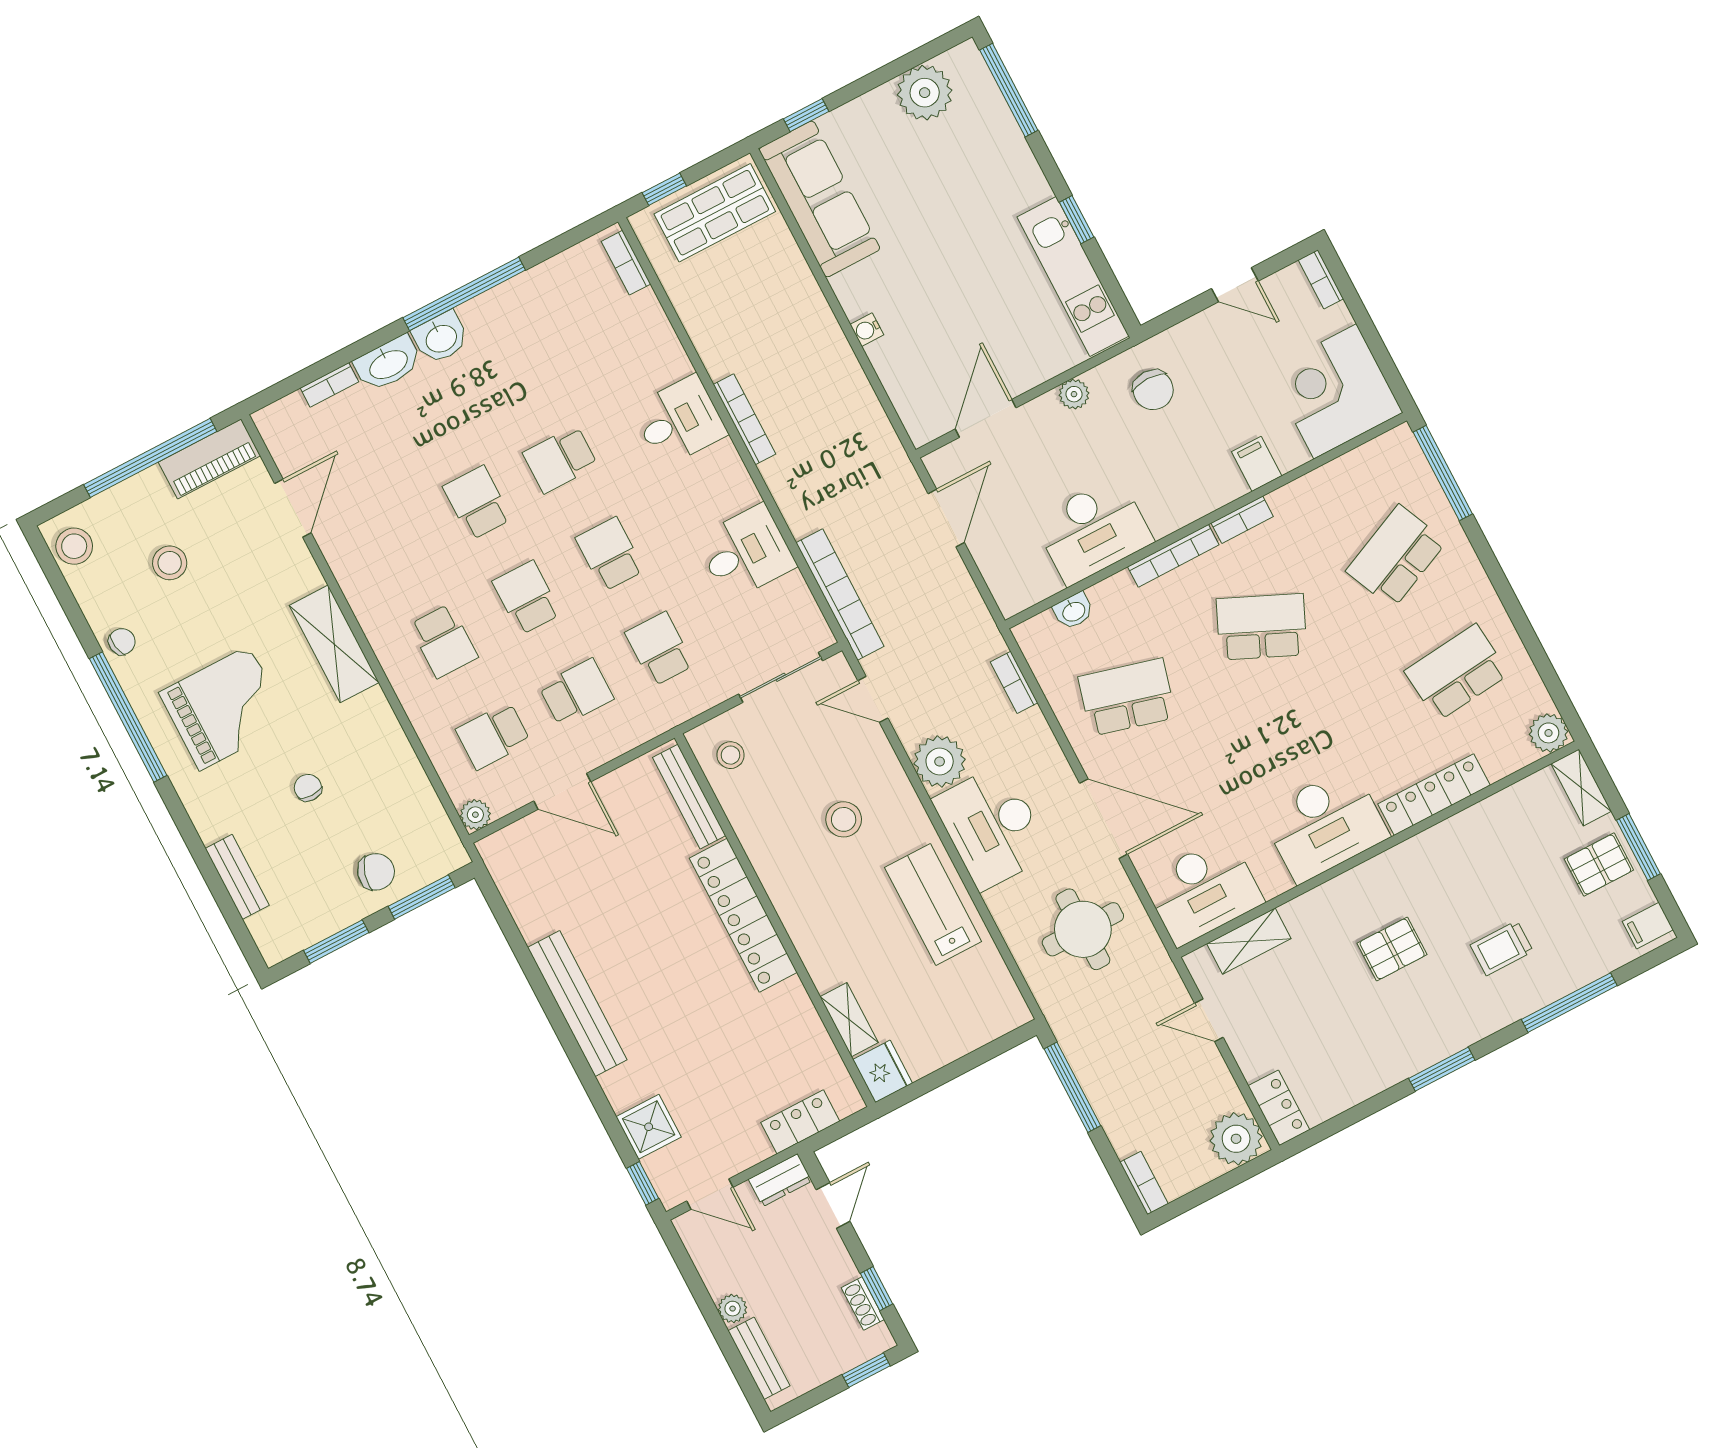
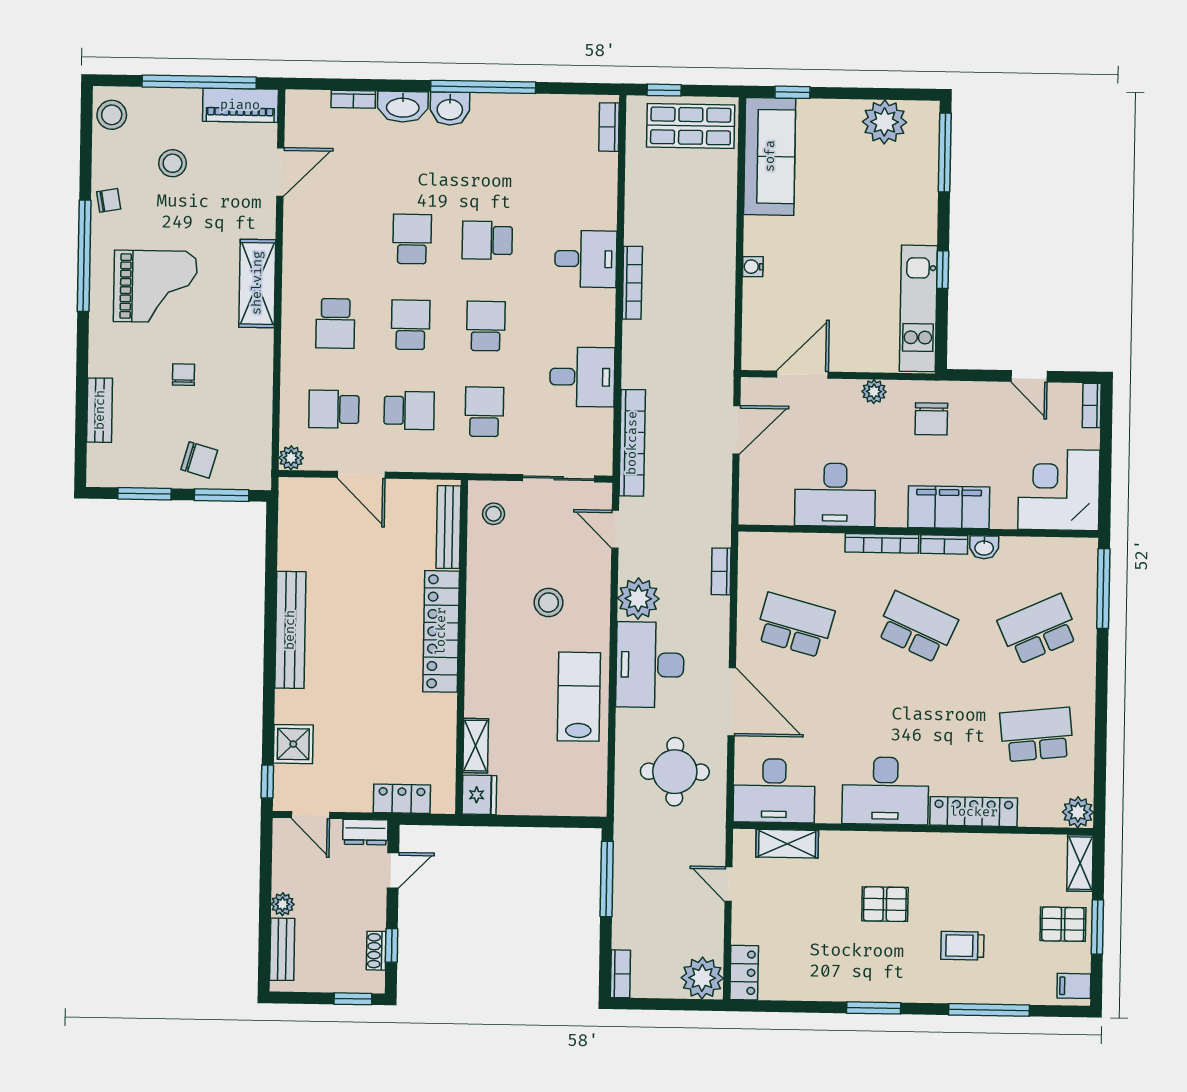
filing cabinet: (1257, 464) -> (949, 507), width x3.00, depth x1.17
washbasin: (1073, 611) -> (984, 547), moved

